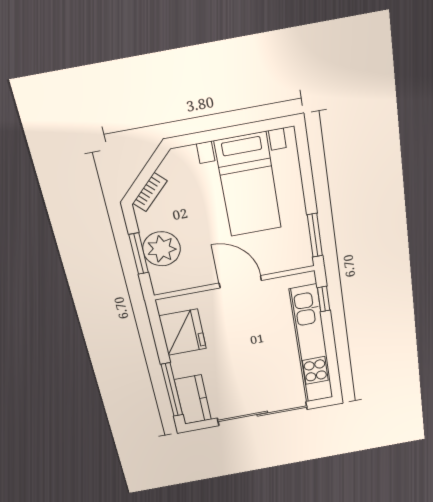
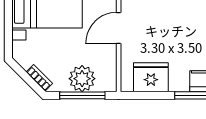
window: (139, 254) -> (82, 95), width x1.44

